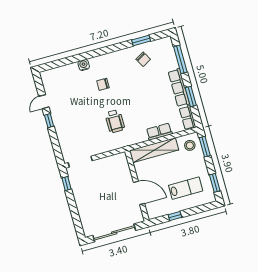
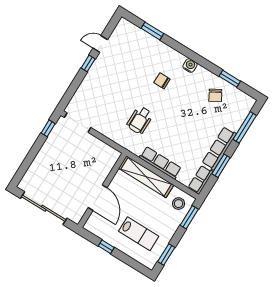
window: (66, 61) -> (152, 31), added
water cooler: (84, 65) -> (190, 65), moved
row of seats: (159, 132) -> (160, 163), width x1.48

